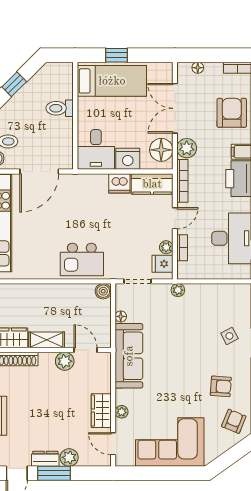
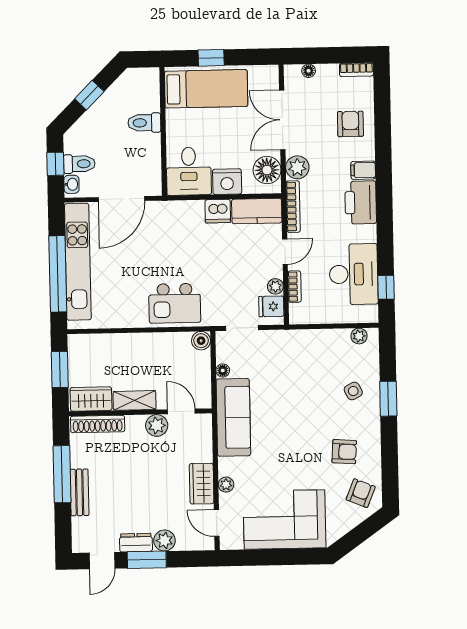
armchair: (232, 113) -> (350, 124), width x0.72, depth x0.72
plant: (178, 290) -> (359, 336), moved

